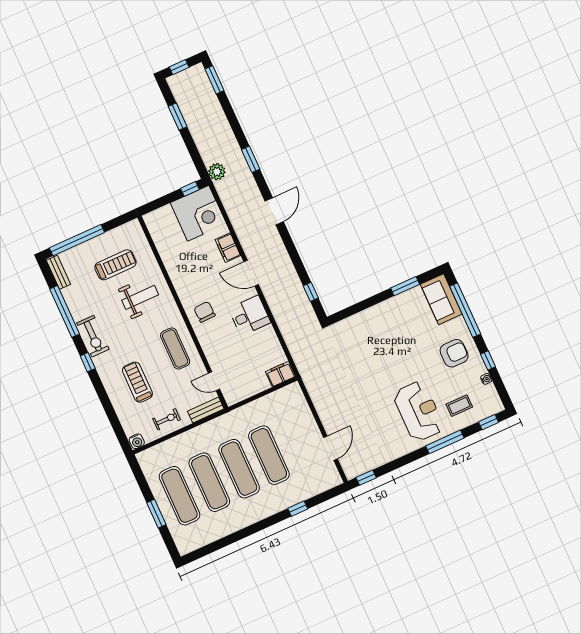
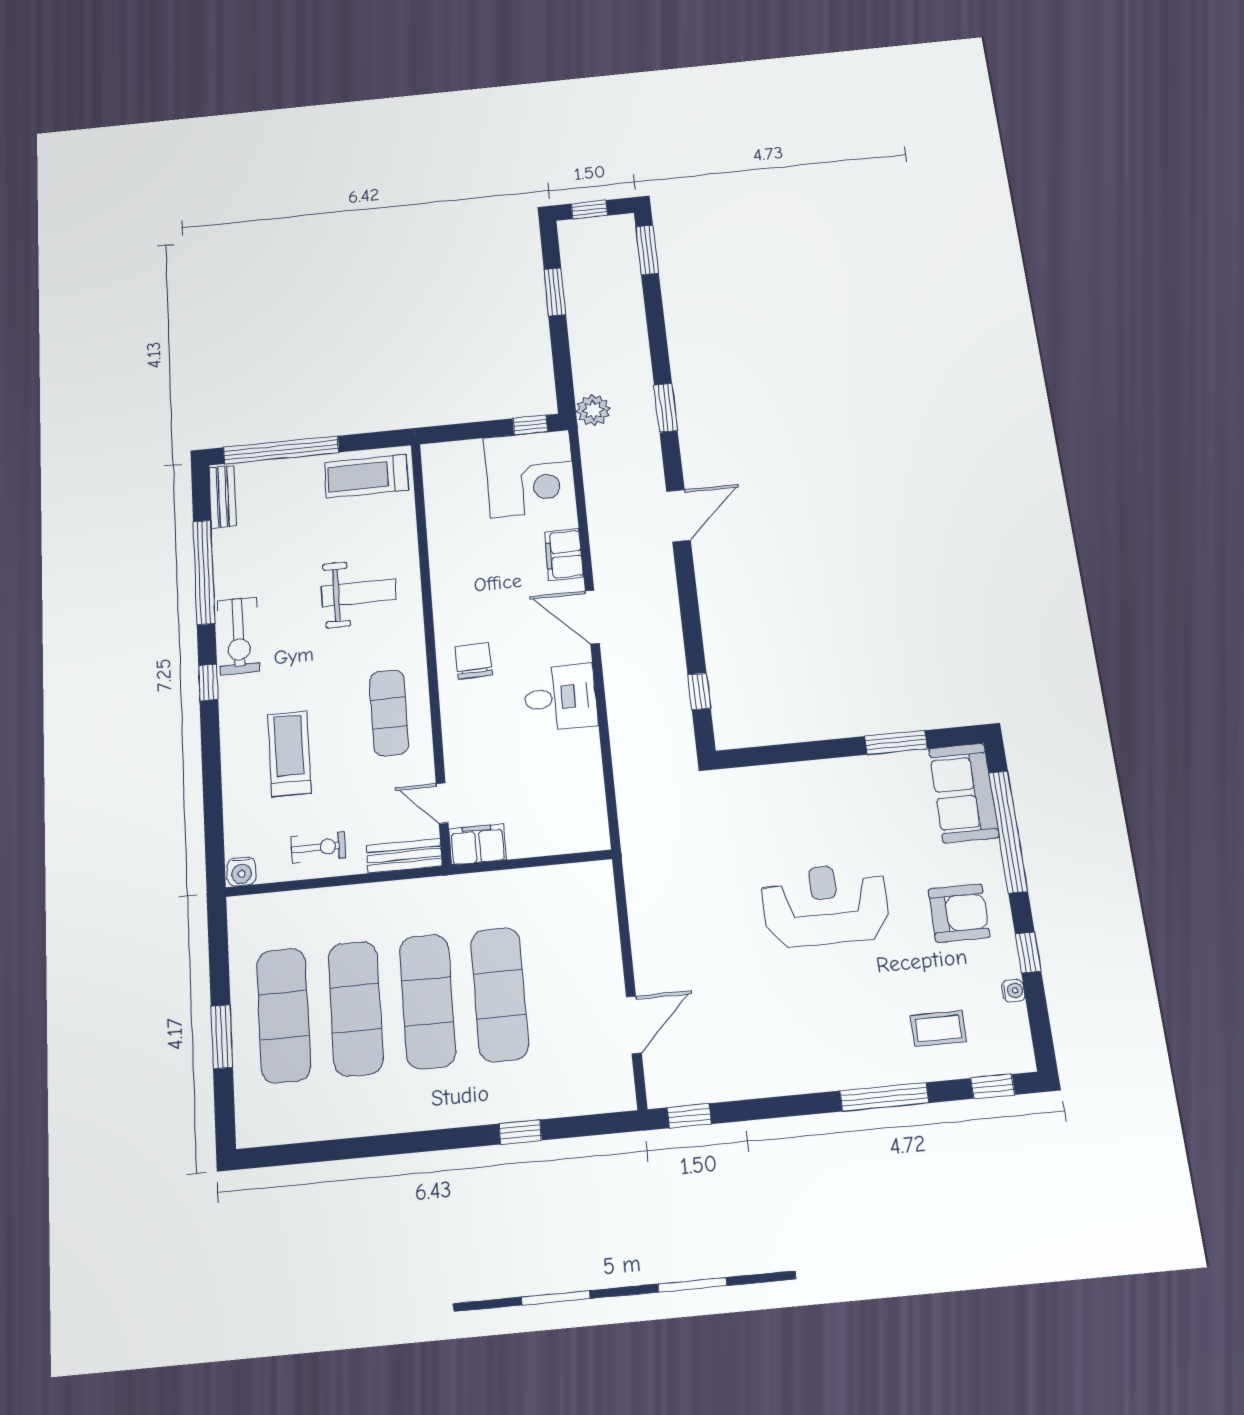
treadmill: (115, 265) -> (366, 476), moved, turned 180
filing cabinet: (280, 374) -> (478, 844), moved
reception desk: (419, 411) -> (825, 905), moved, turned -90

